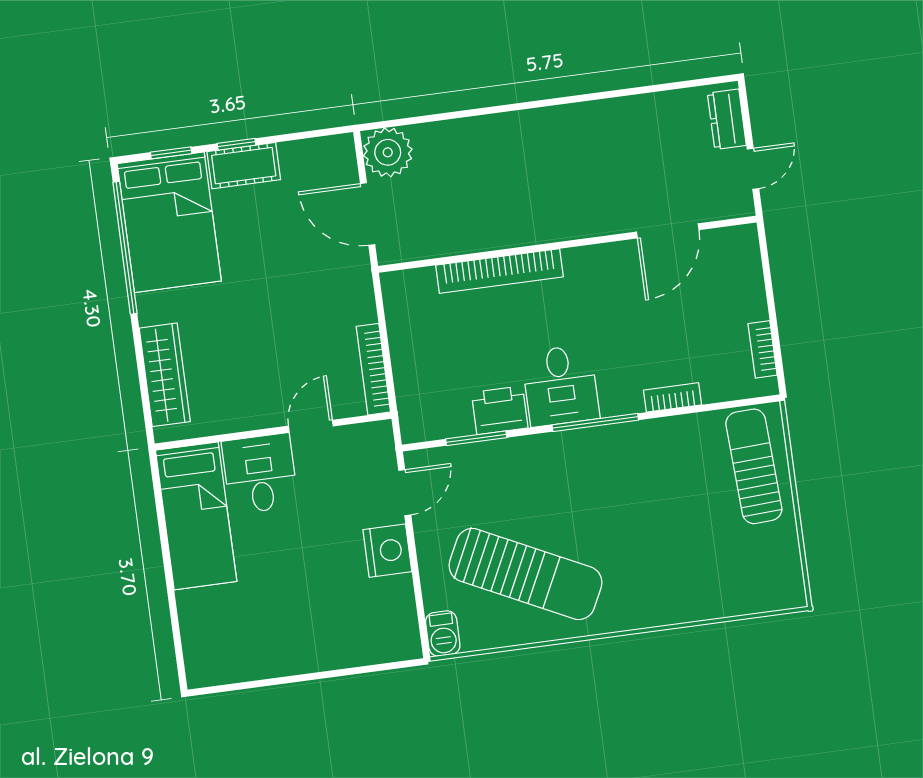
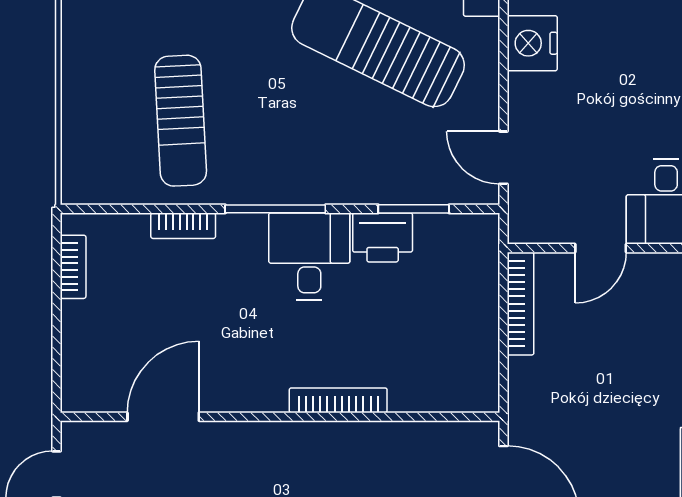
bookcase: (499, 271) -> (338, 400), width x0.68, depth x0.76
sun lounger: (754, 466) -> (181, 121), moved
door: (405, 493) -> (503, 158), hinge flipped
nightstand: (387, 551) -> (532, 43), moved

